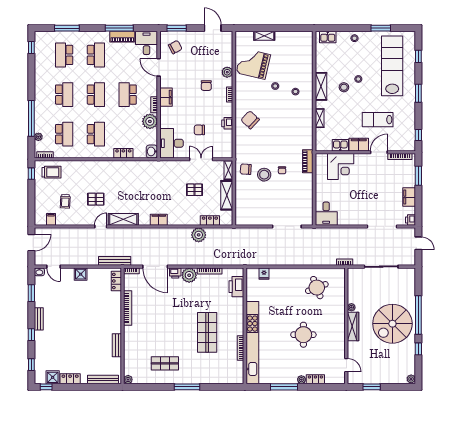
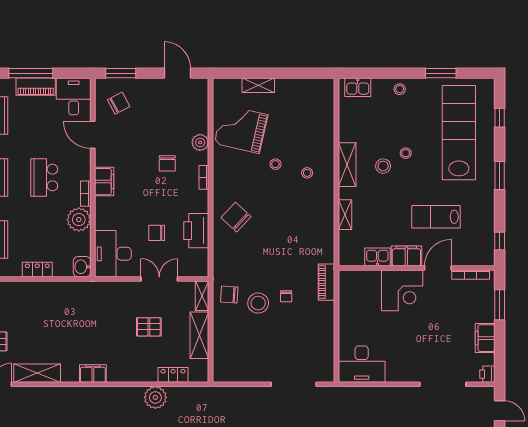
printer: (227, 123) -> (196, 231), width x1.87, depth x1.48
corner desk: (341, 167) -> (402, 290), moved
desk: (326, 214) -> (362, 364), width x1.37

